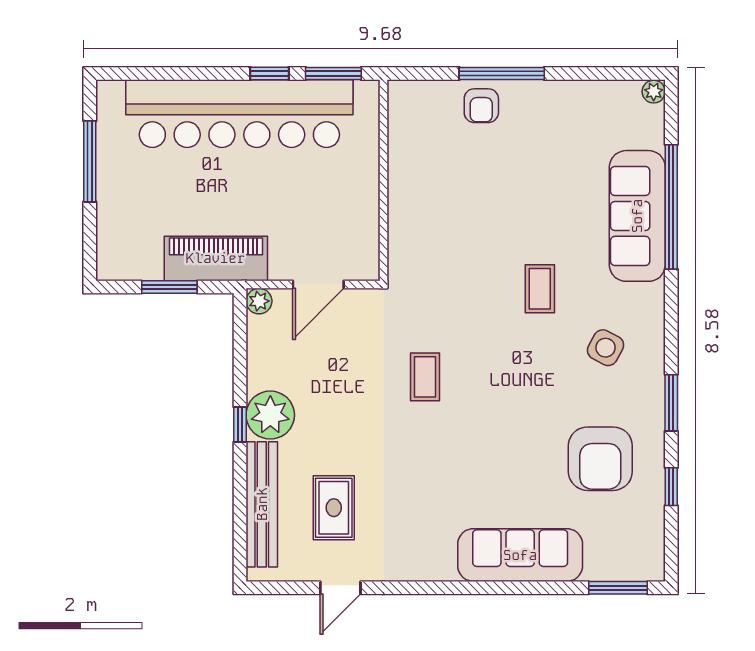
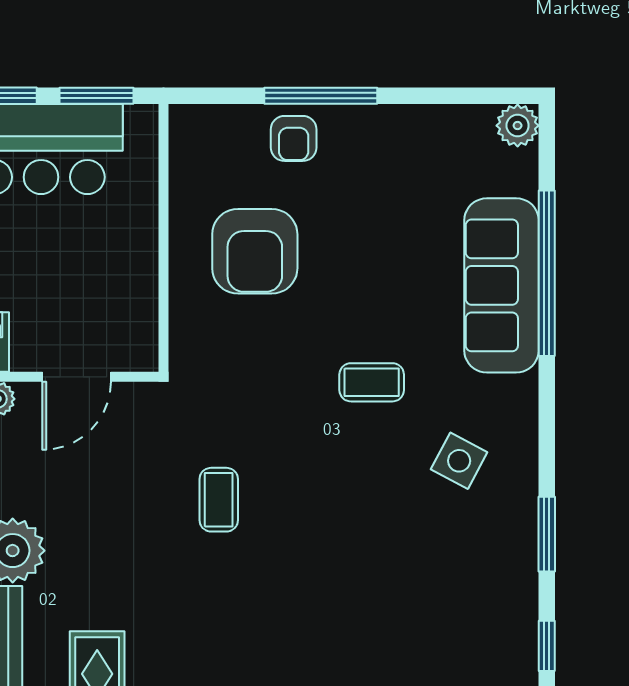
plant: (654, 92) -> (518, 126), width x1.38, depth x1.38
coffee table: (540, 289) -> (372, 382), turned 90
armchair: (600, 459) -> (255, 251), moved

